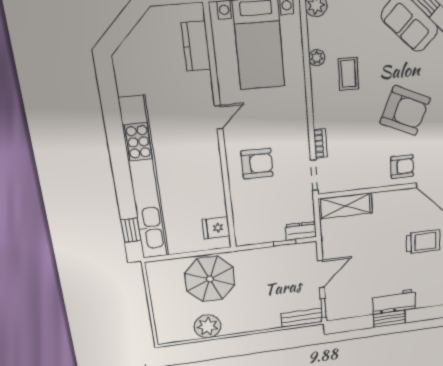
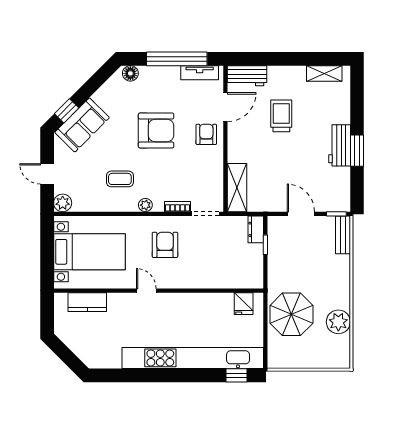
plant: (317, 58) -> (145, 205), moved
armchair: (405, 111) -> (156, 130), turned 66
armchair: (257, 164) -> (165, 245), moved

